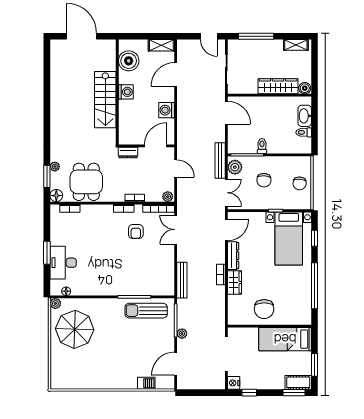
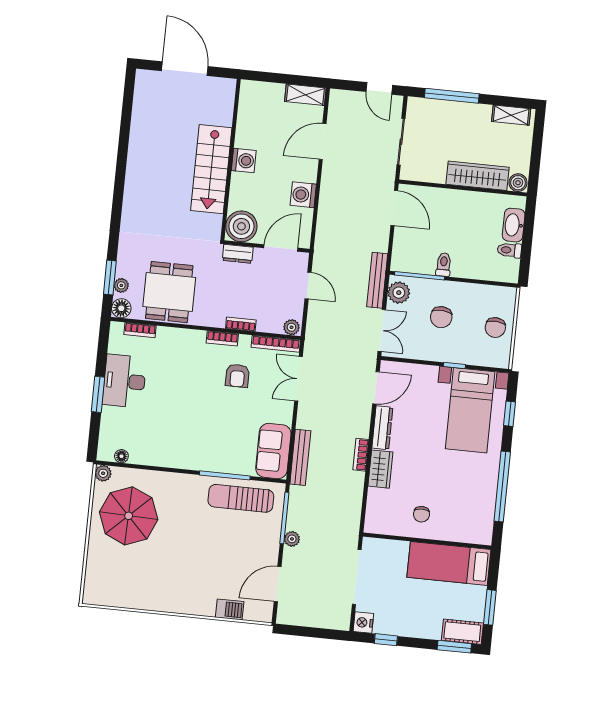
boiler: (129, 61) -> (241, 226), moved
plant: (55, 167) -> (121, 285), moved
desk: (63, 263) -> (124, 381), moved
sofa: (164, 278) -> (273, 451), added
chair: (264, 309) -> (422, 514), width x0.54, depth x0.54

